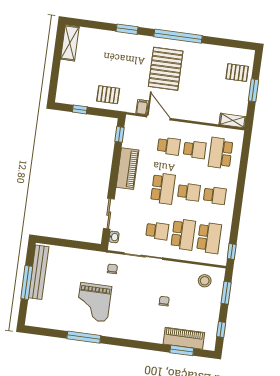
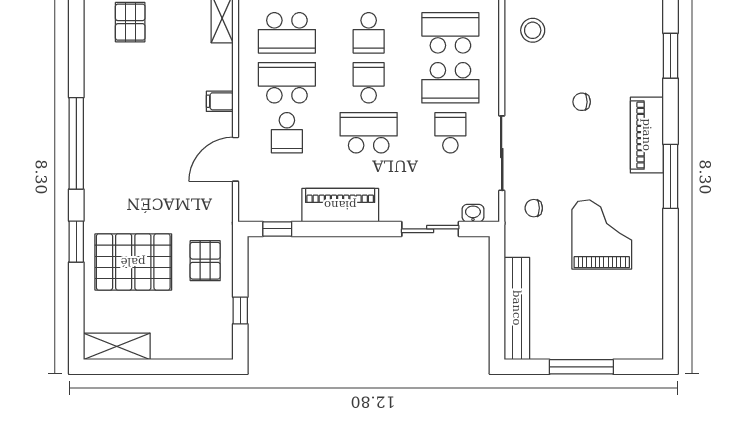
pallet: (166, 69) -> (133, 262), moved
filing cabinet: (142, 107) -> (220, 101), moved
school desk: (169, 146) -> (287, 133), turned 180
school desk: (195, 150) -> (287, 83), width x1.85
school desk: (215, 195) -> (369, 33), turned 180
school desk: (183, 234) -> (450, 83), turned 180
bench: (39, 272) -> (517, 308), moved, turned 90
grand piano: (94, 302) -> (602, 234), turned -90
window: (84, 337) -> (670, 176), moved
piano: (184, 338) -> (647, 135), moved

